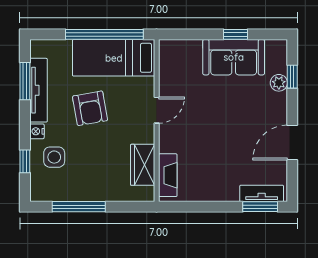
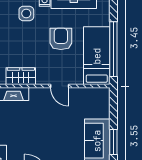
window: (235, 34) -> (113, 142), width x1.50
armchair: (90, 108) -> (61, 39), turned 100

